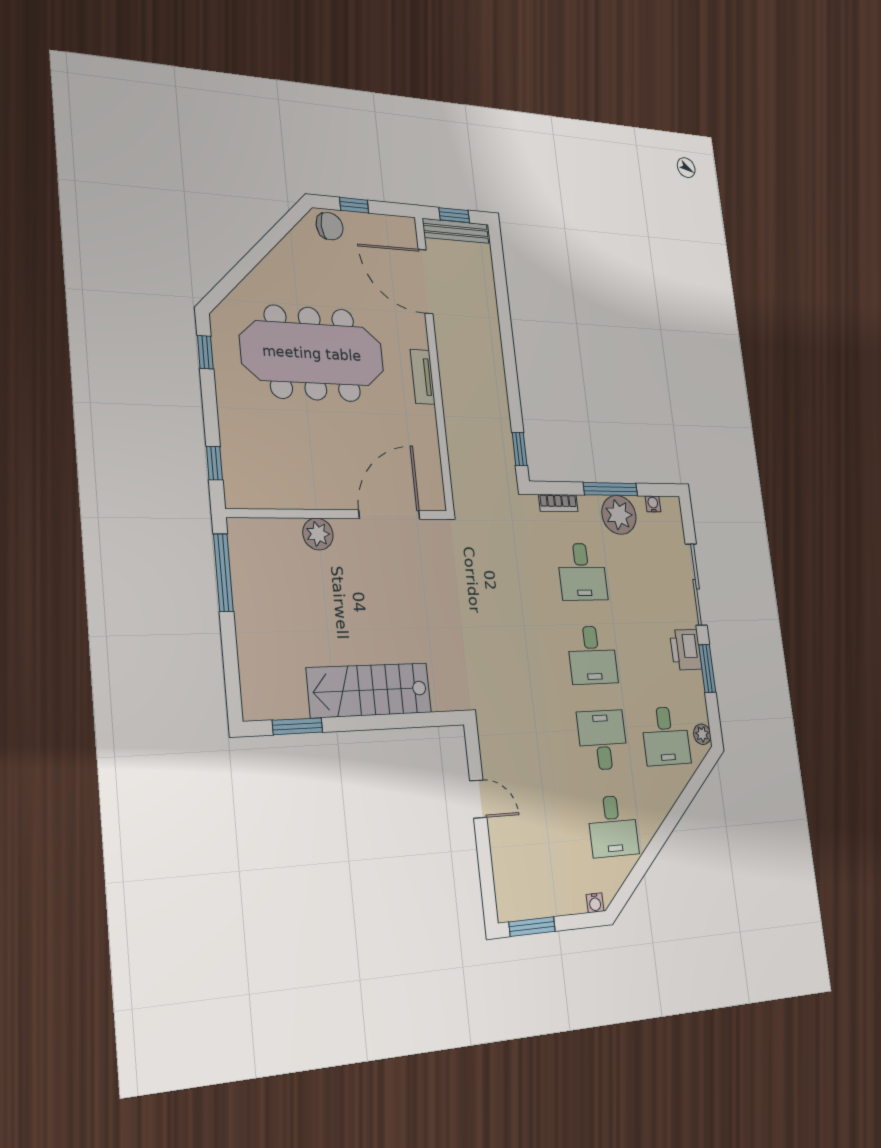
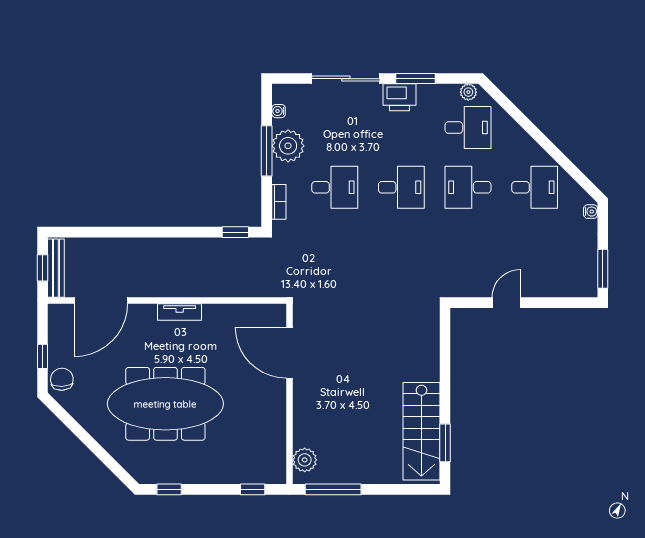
meeting table: (312, 353) -> (165, 404), turned 90
plant: (318, 534) -> (305, 460), moved
stairs: (369, 690) -> (421, 431), moved

